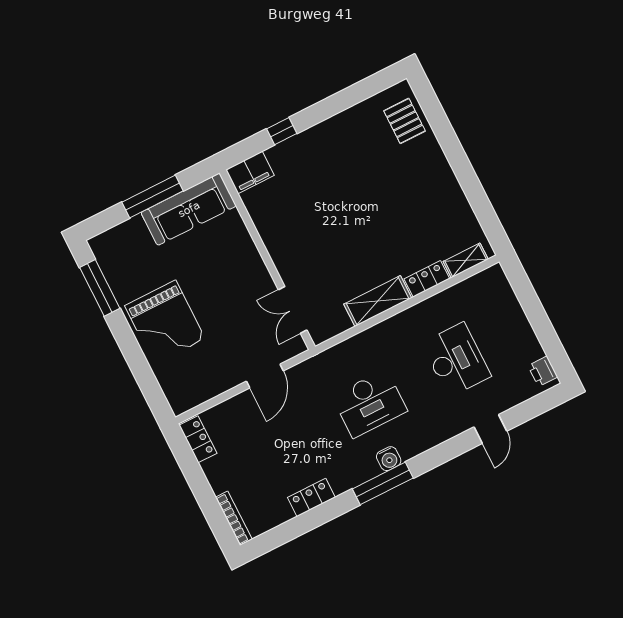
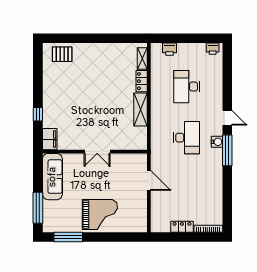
window: (153, 197) -> (38, 208), moved
printer: (505, 299) -> (169, 49), added
double door: (293, 310) -> (97, 152), moved
desk: (456, 360) -> (187, 87), turned -90
door: (490, 429) -> (227, 118), moved
locker: (198, 439) -> (182, 227), moved
locker: (311, 497) -> (217, 187), removed

